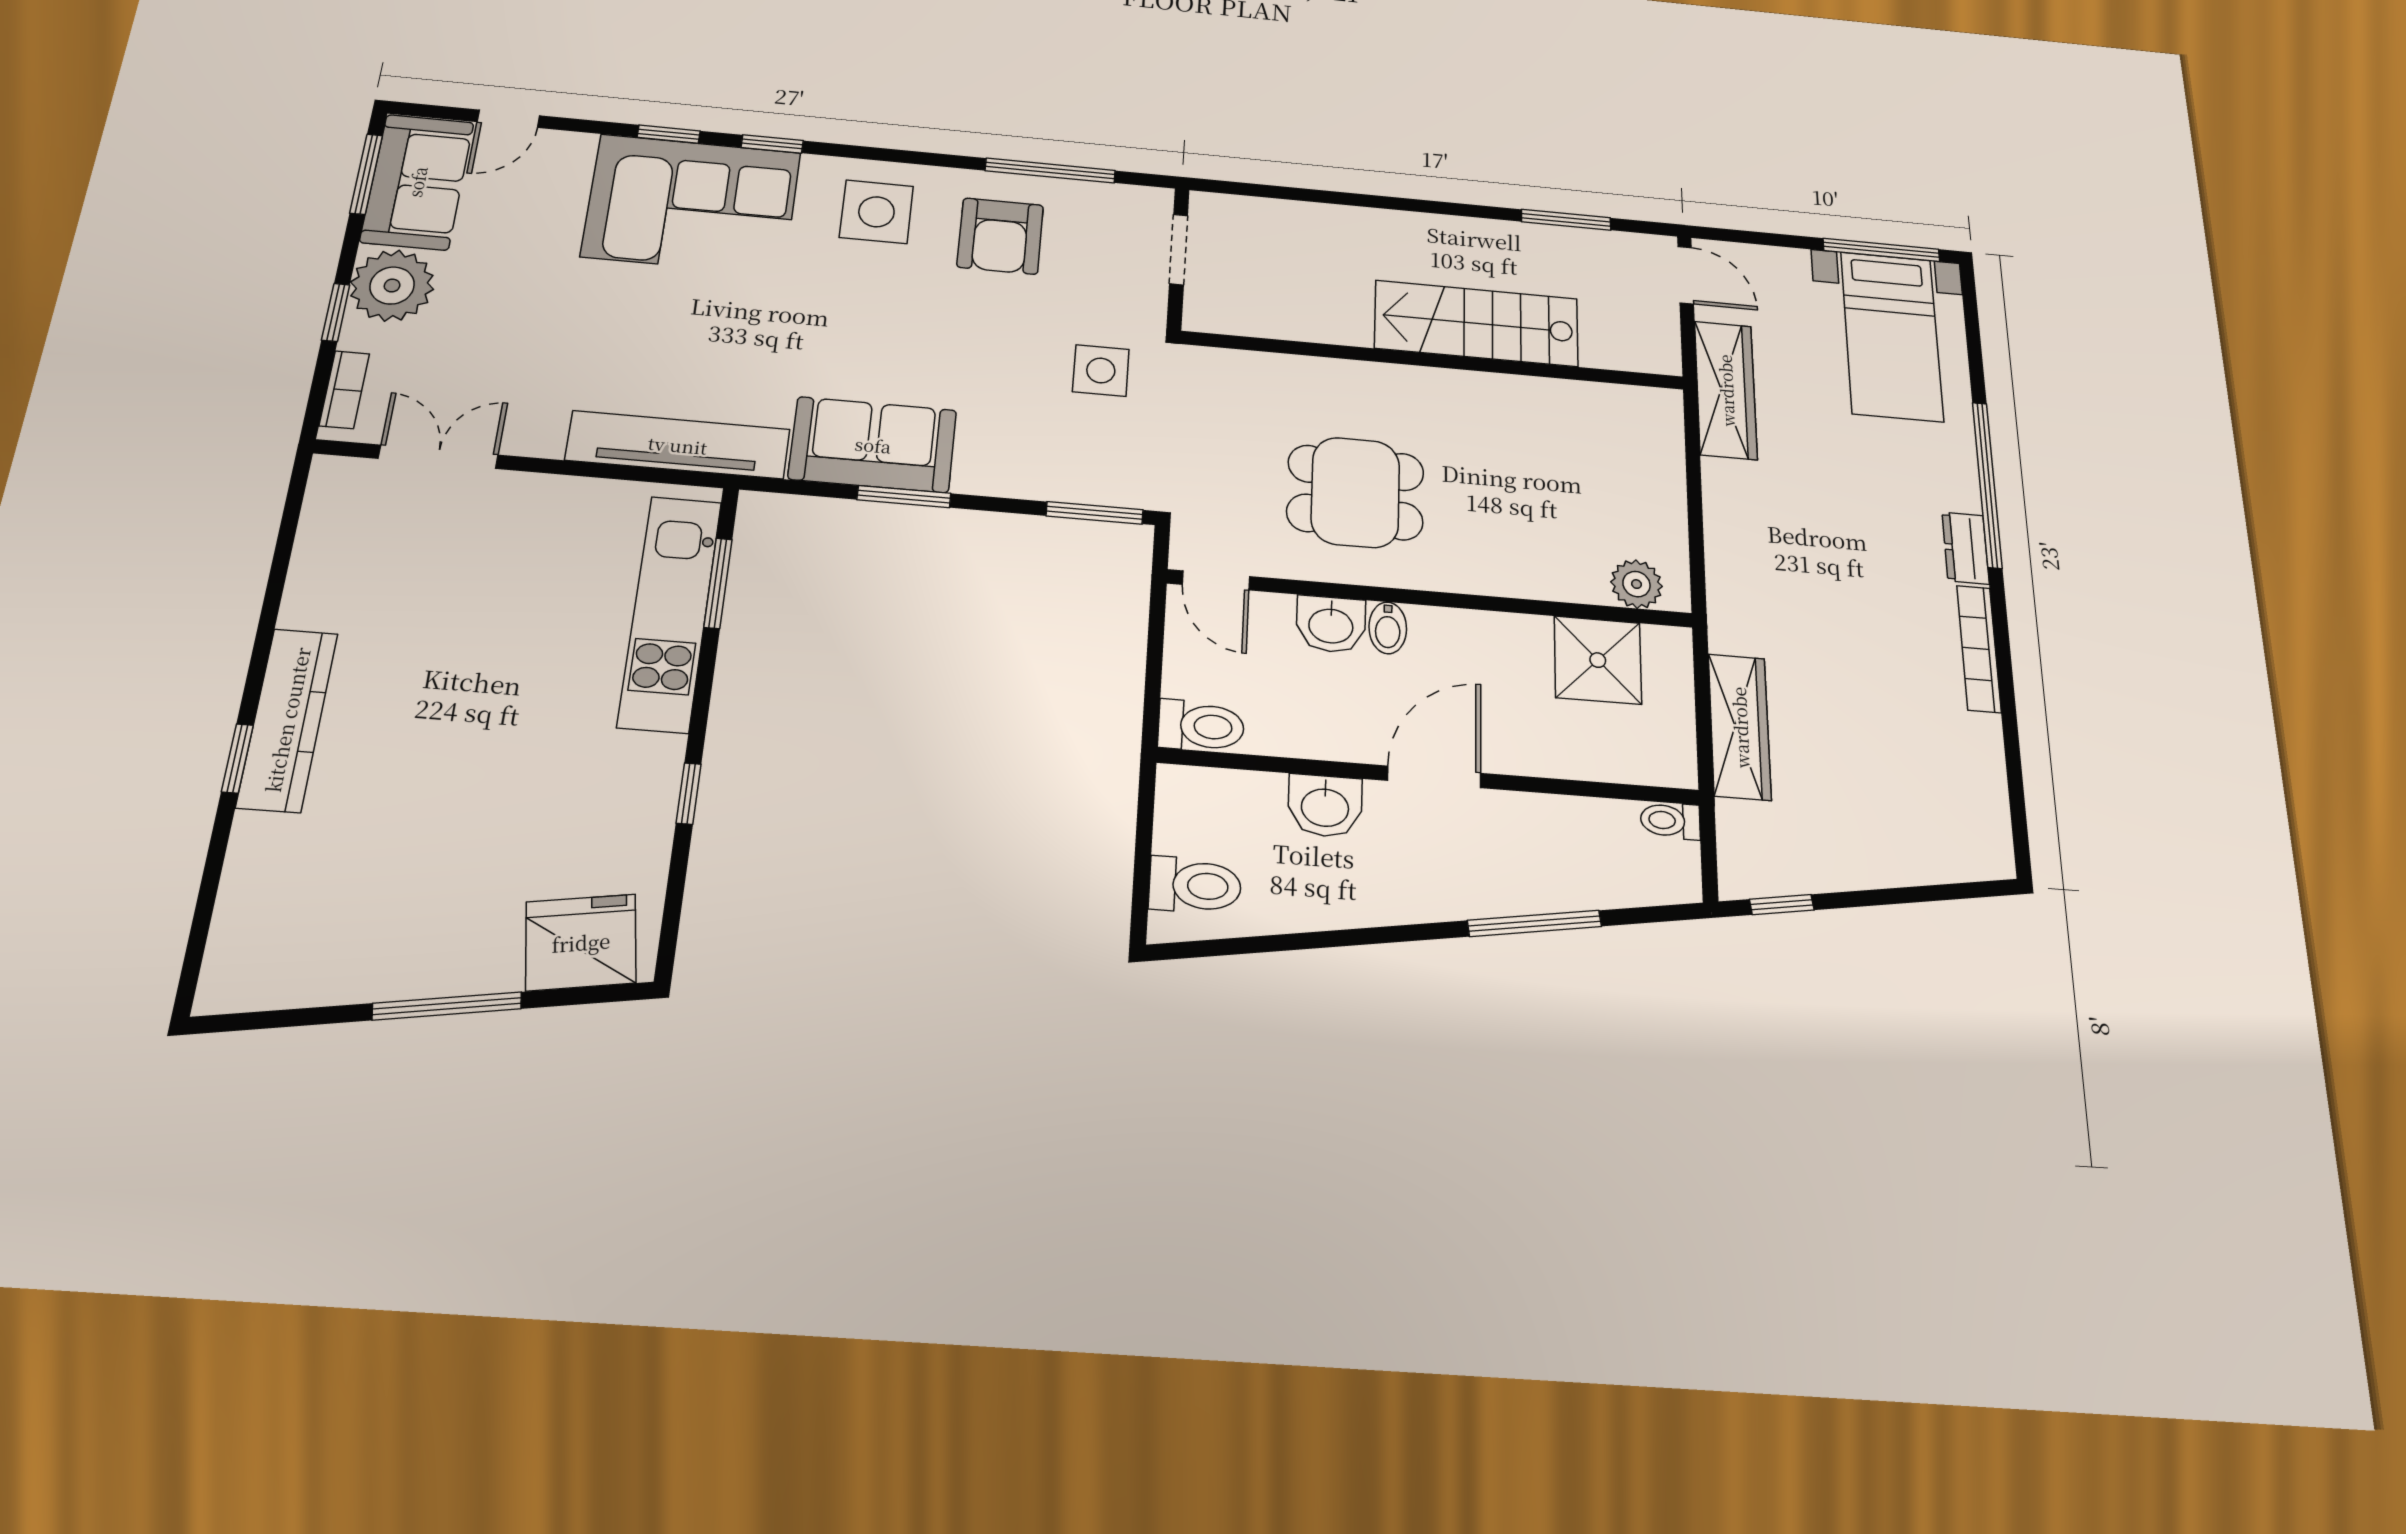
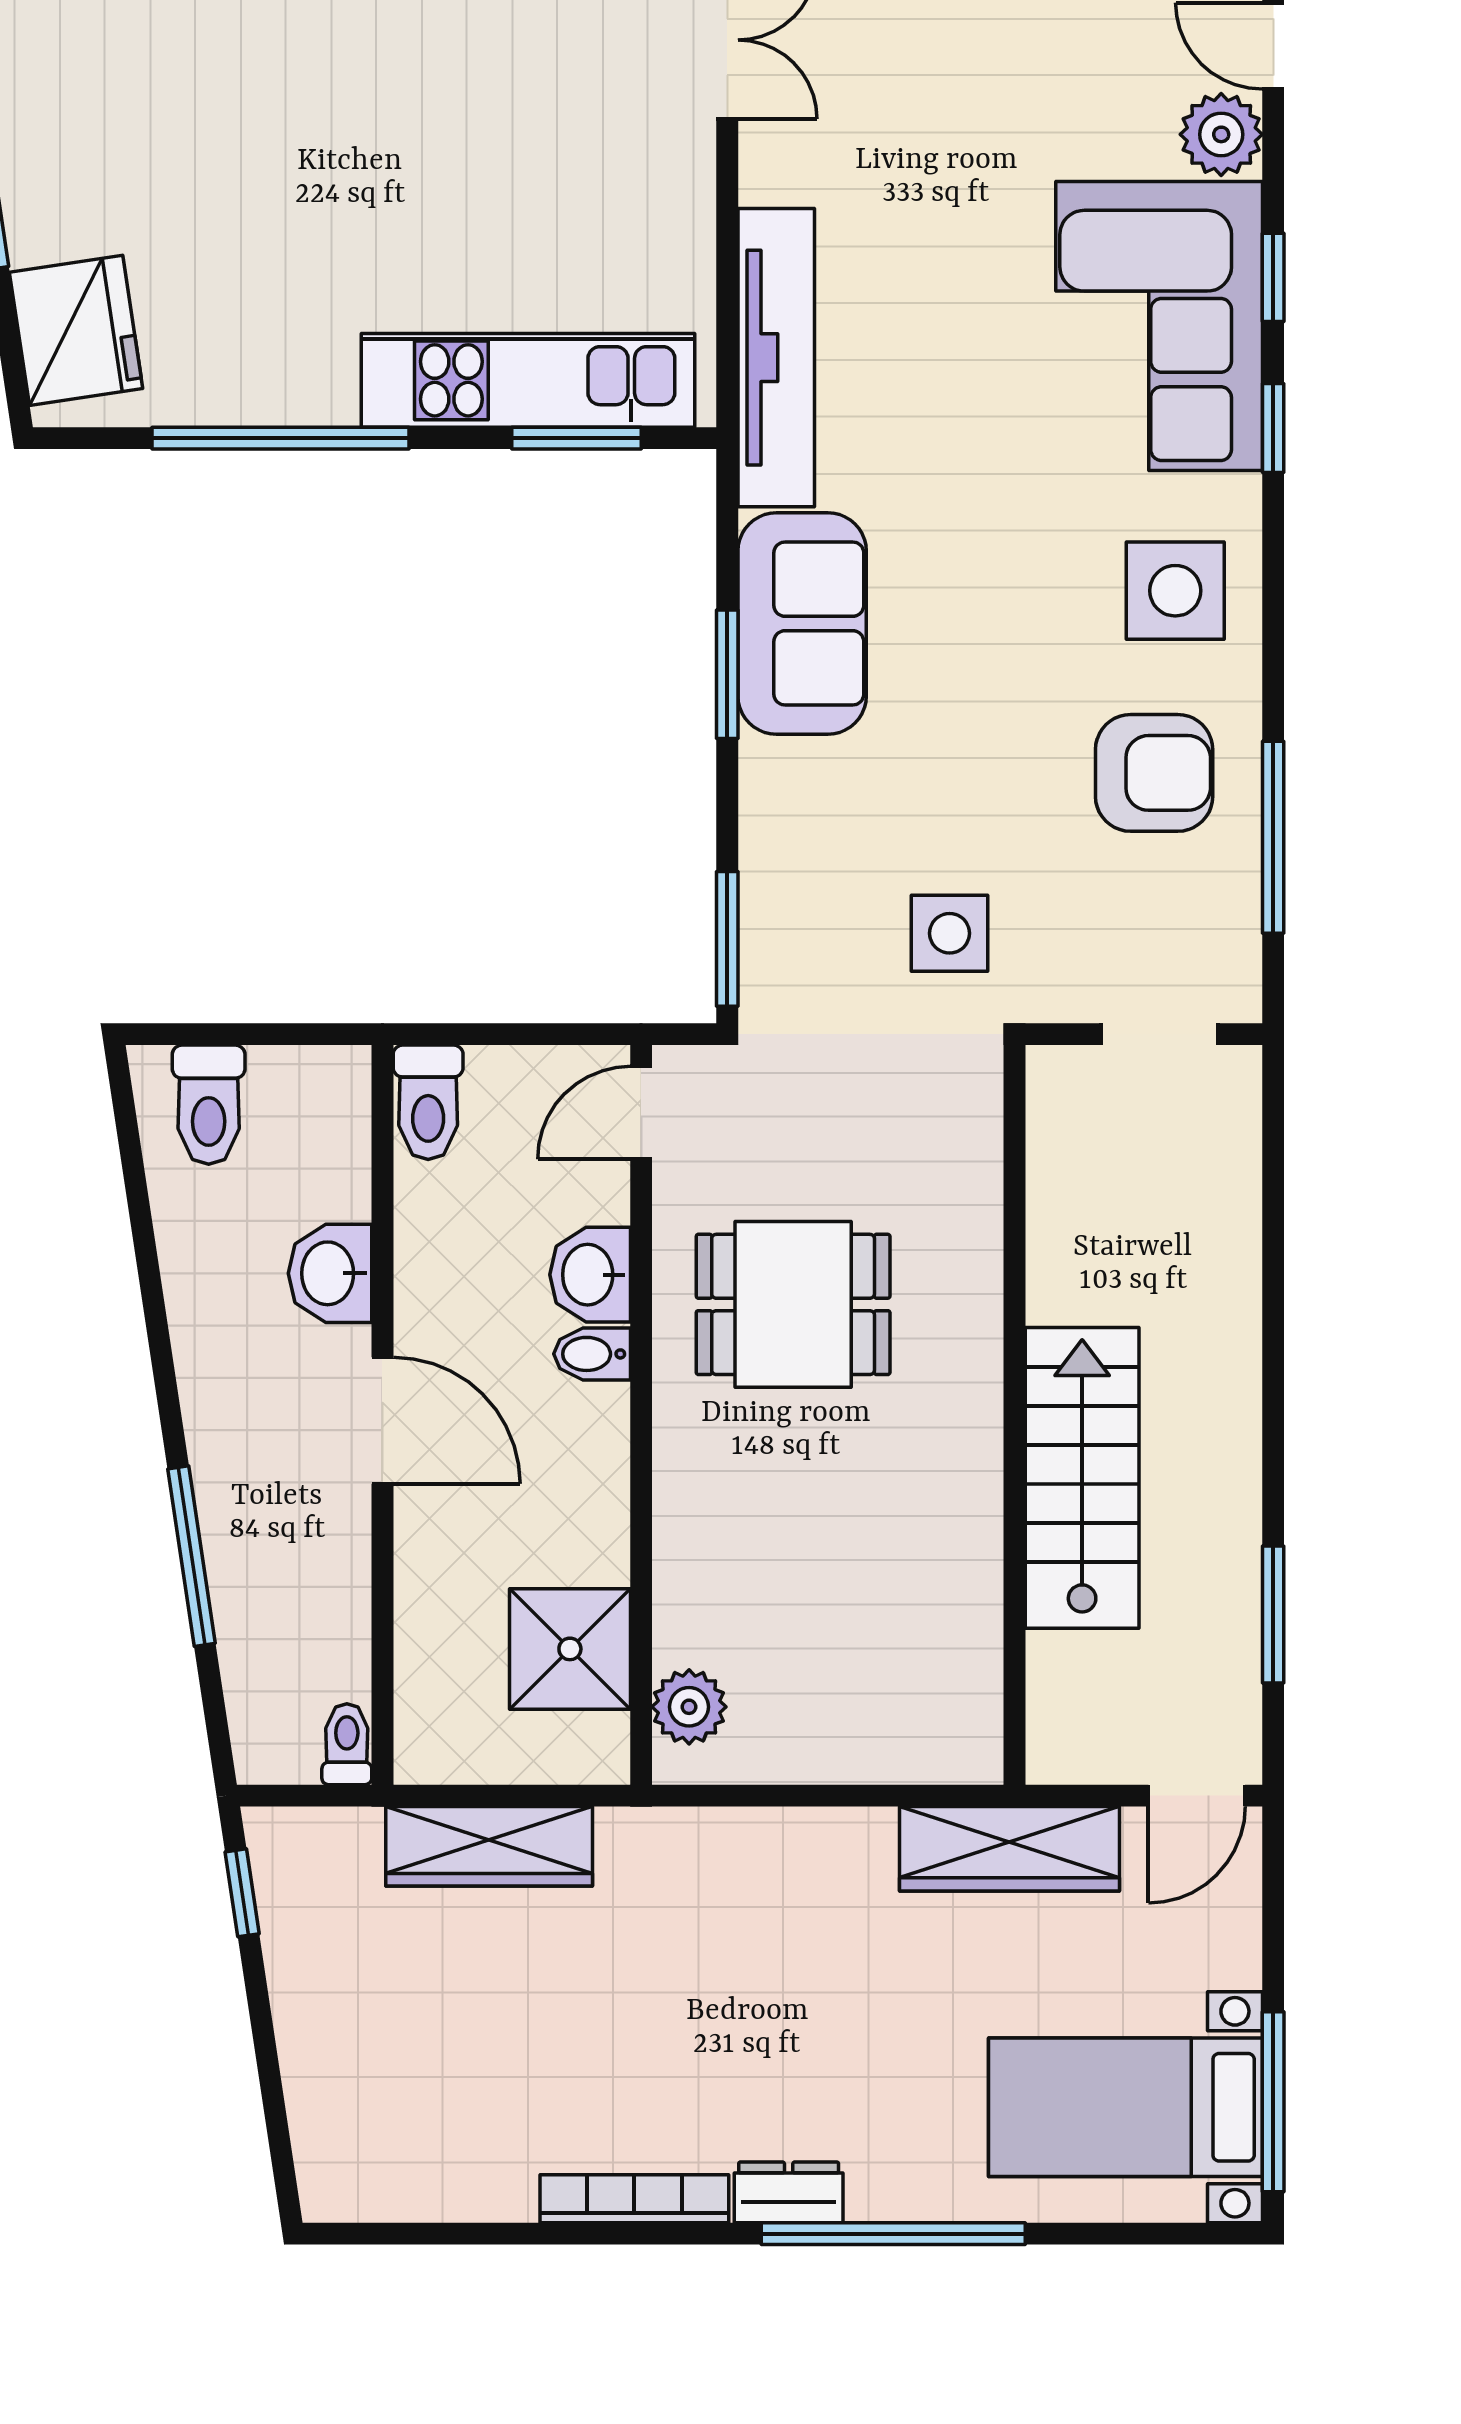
plant: (564, 155) -> (1221, 134), added
armchair: (1000, 236) -> (1154, 773), turned 180
dining table: (1355, 492) -> (793, 1304), turned 90
window: (689, 793) -> (281, 438), width x3.17

